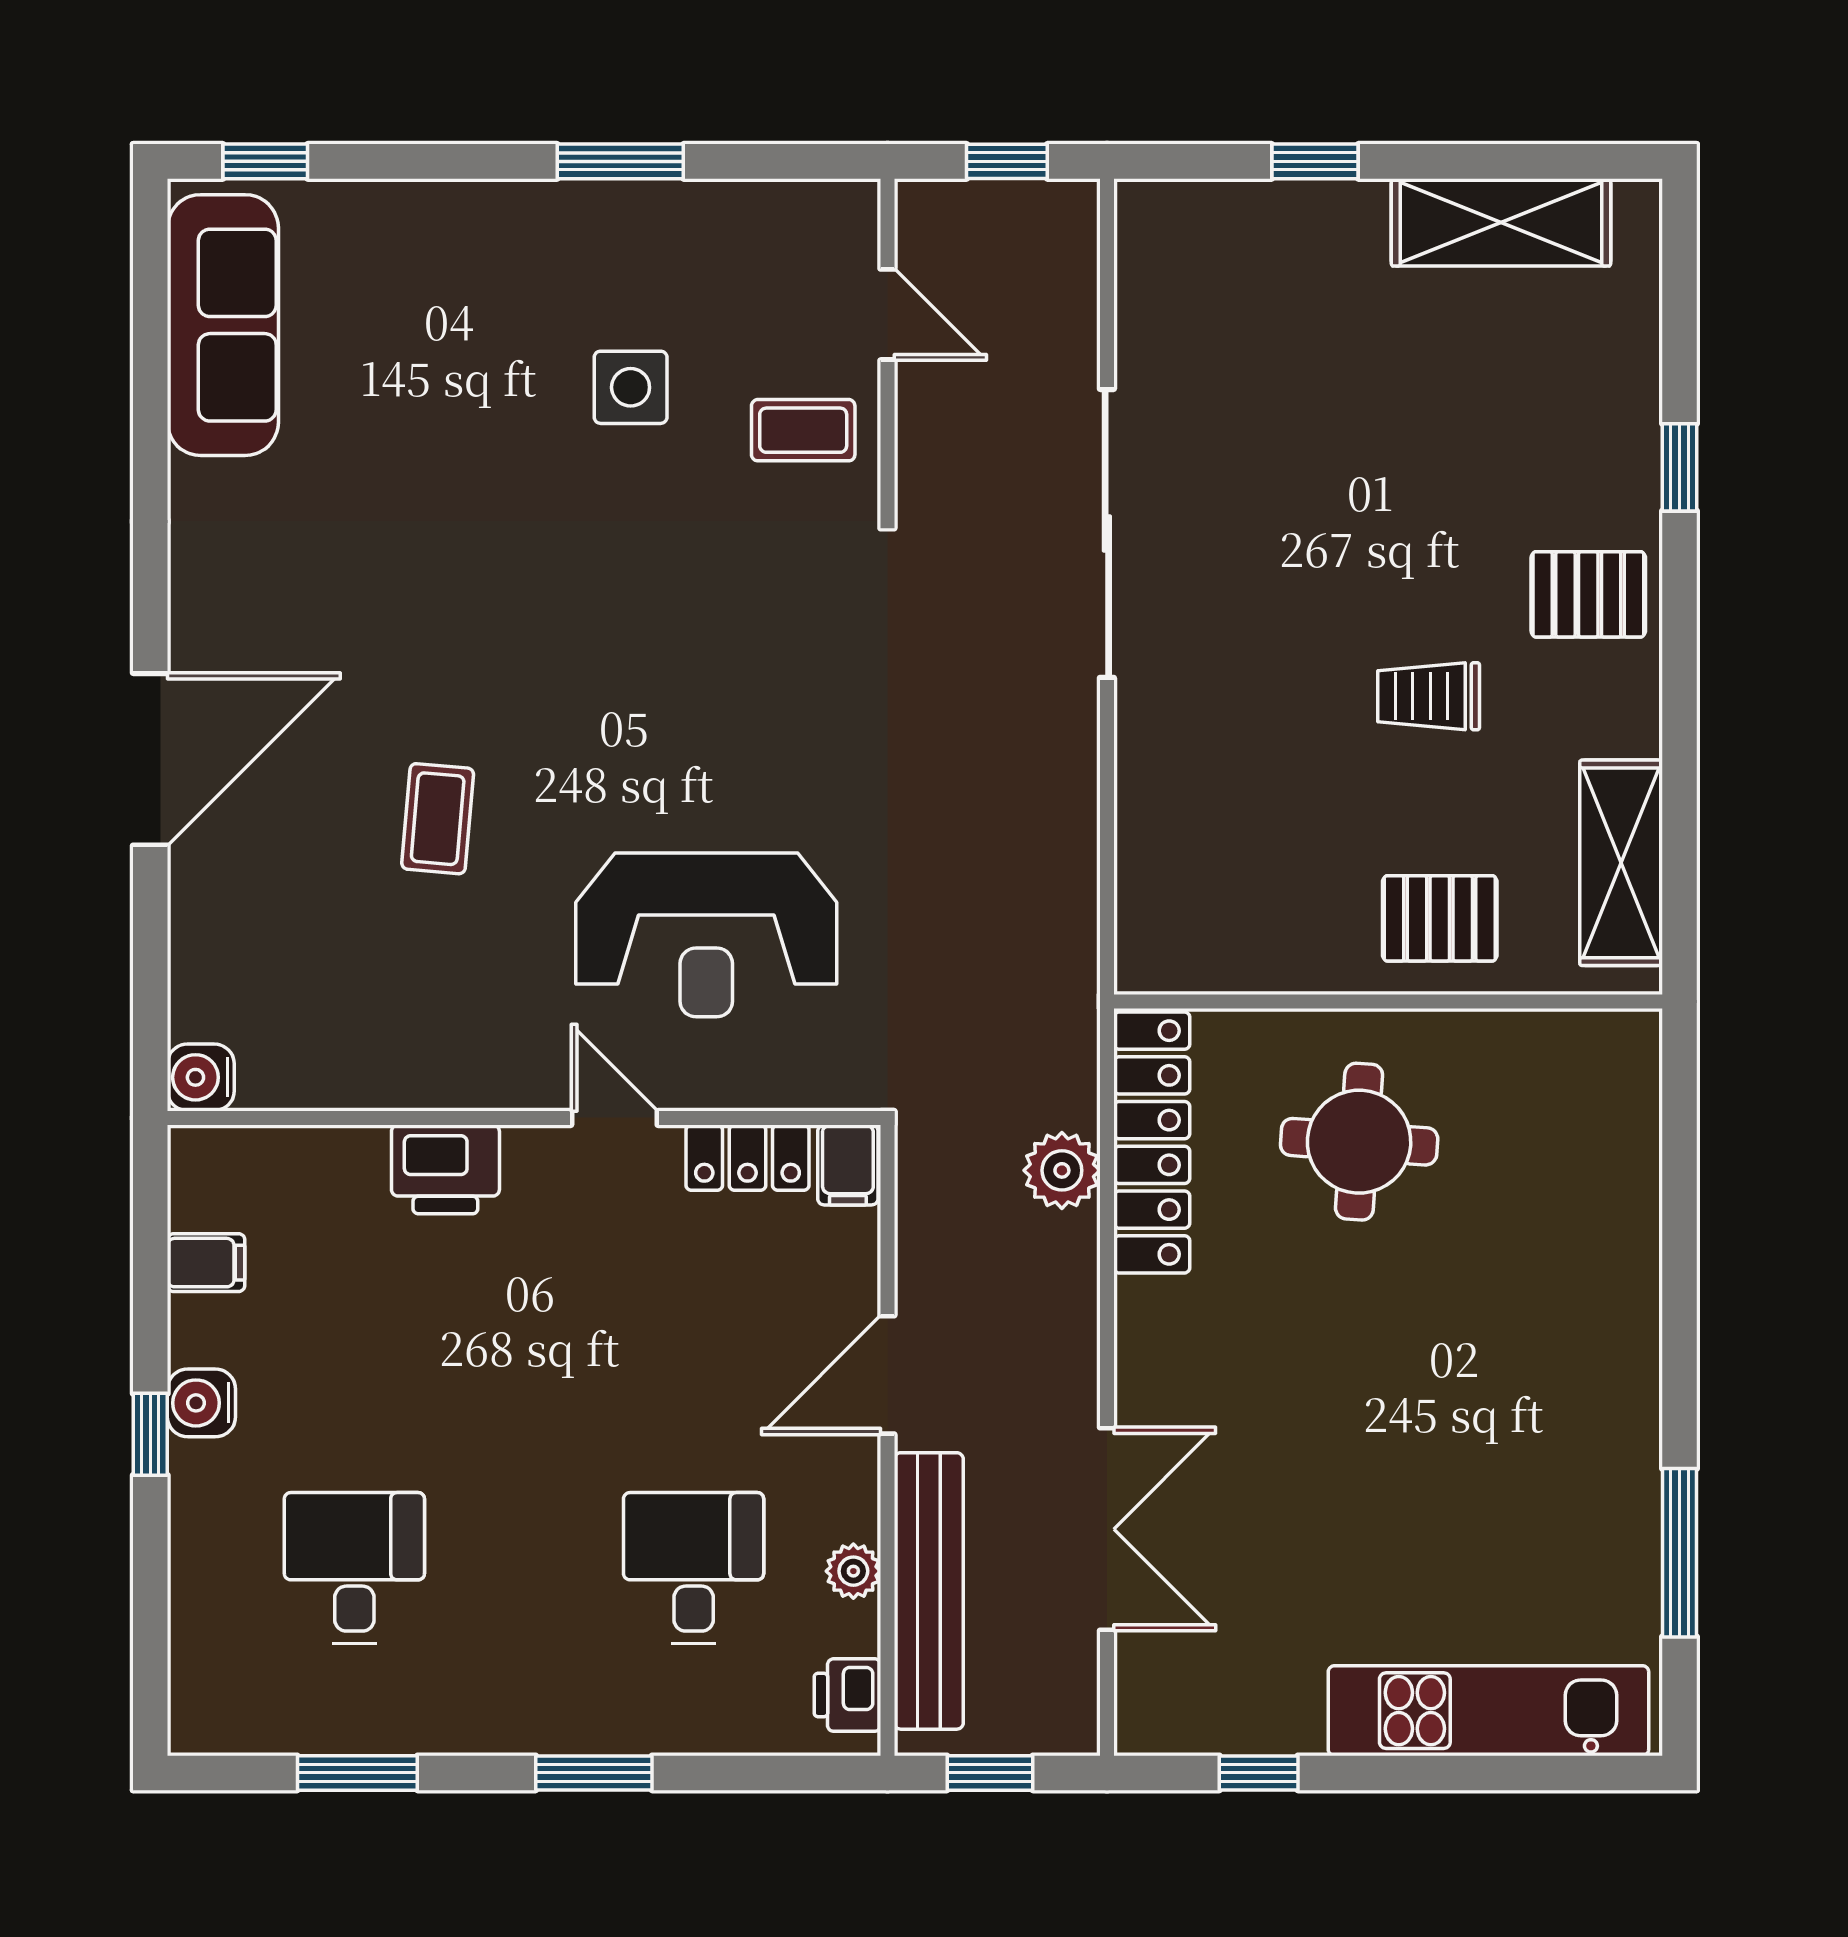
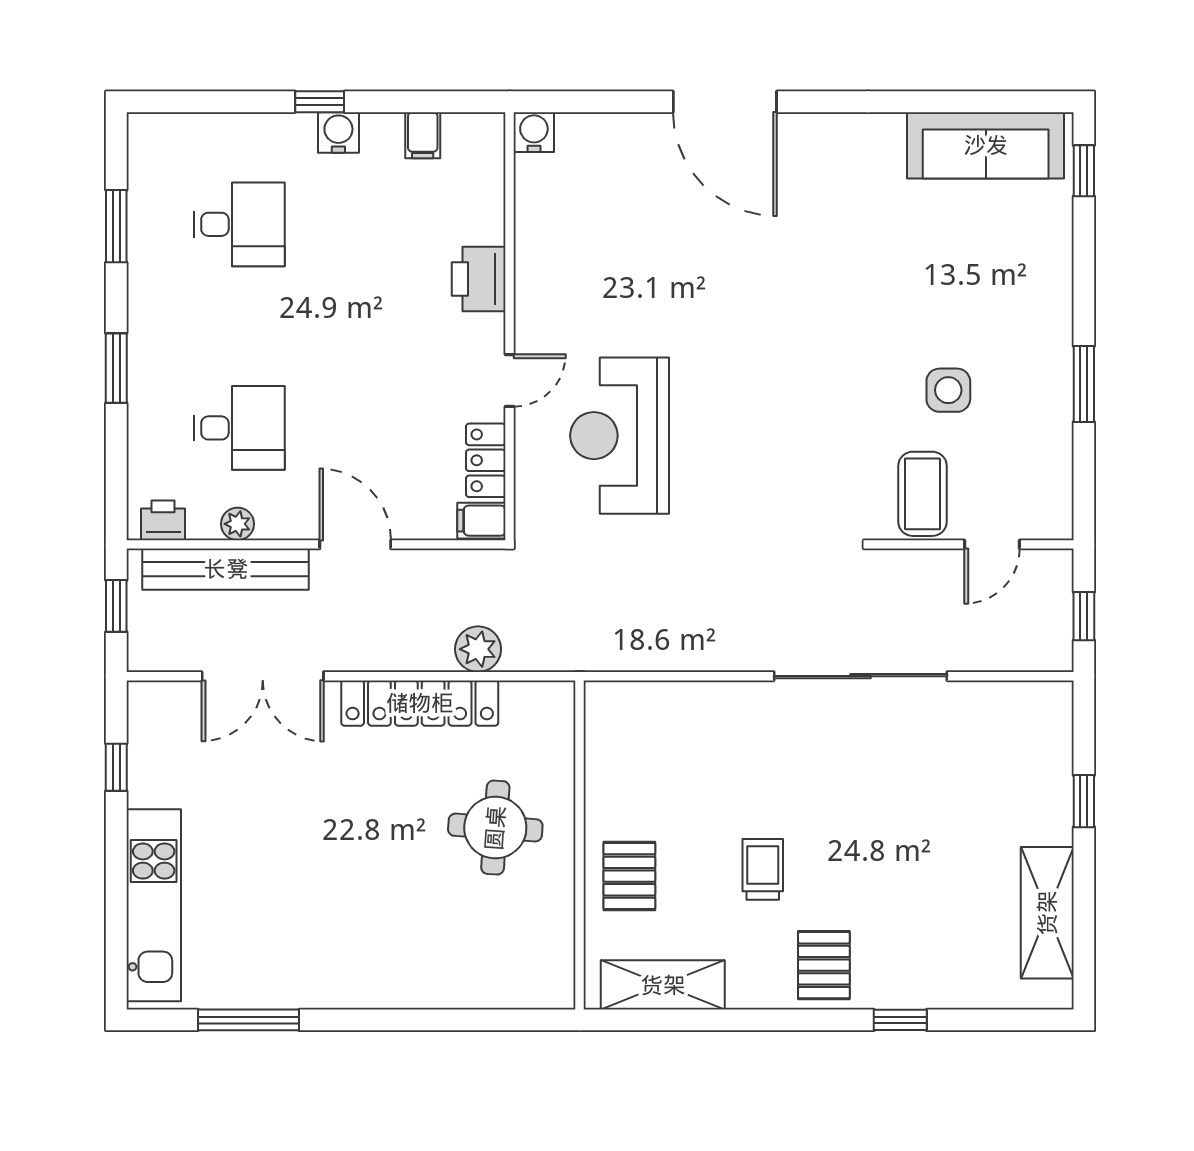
coffee table: (803, 430) -> (923, 494), width x1.36, depth x1.30
coffee table: (438, 819) -> (689, 274), removed
locker: (1152, 1142) -> (420, 703), moved

